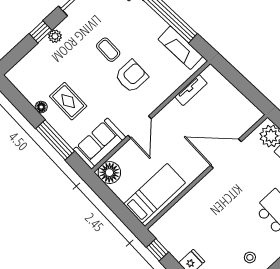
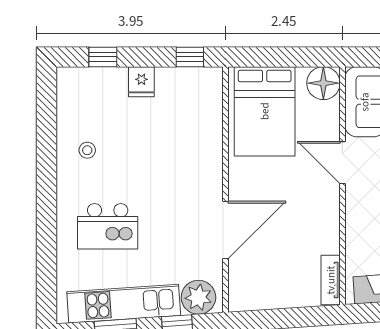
tv unit: (191, 90) -> (331, 280), moved
bed: (155, 193) -> (265, 111), width x1.50

